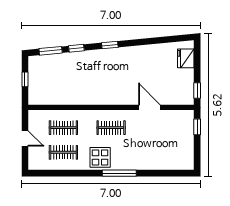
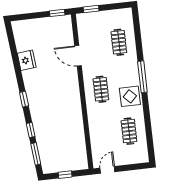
fridge: (186, 58) -> (27, 60), moved, turned -96
door: (149, 107) -> (78, 56), hinge flipped
clothes rail: (63, 128) -> (119, 42), moved
door: (25, 139) -> (107, 170), moved

